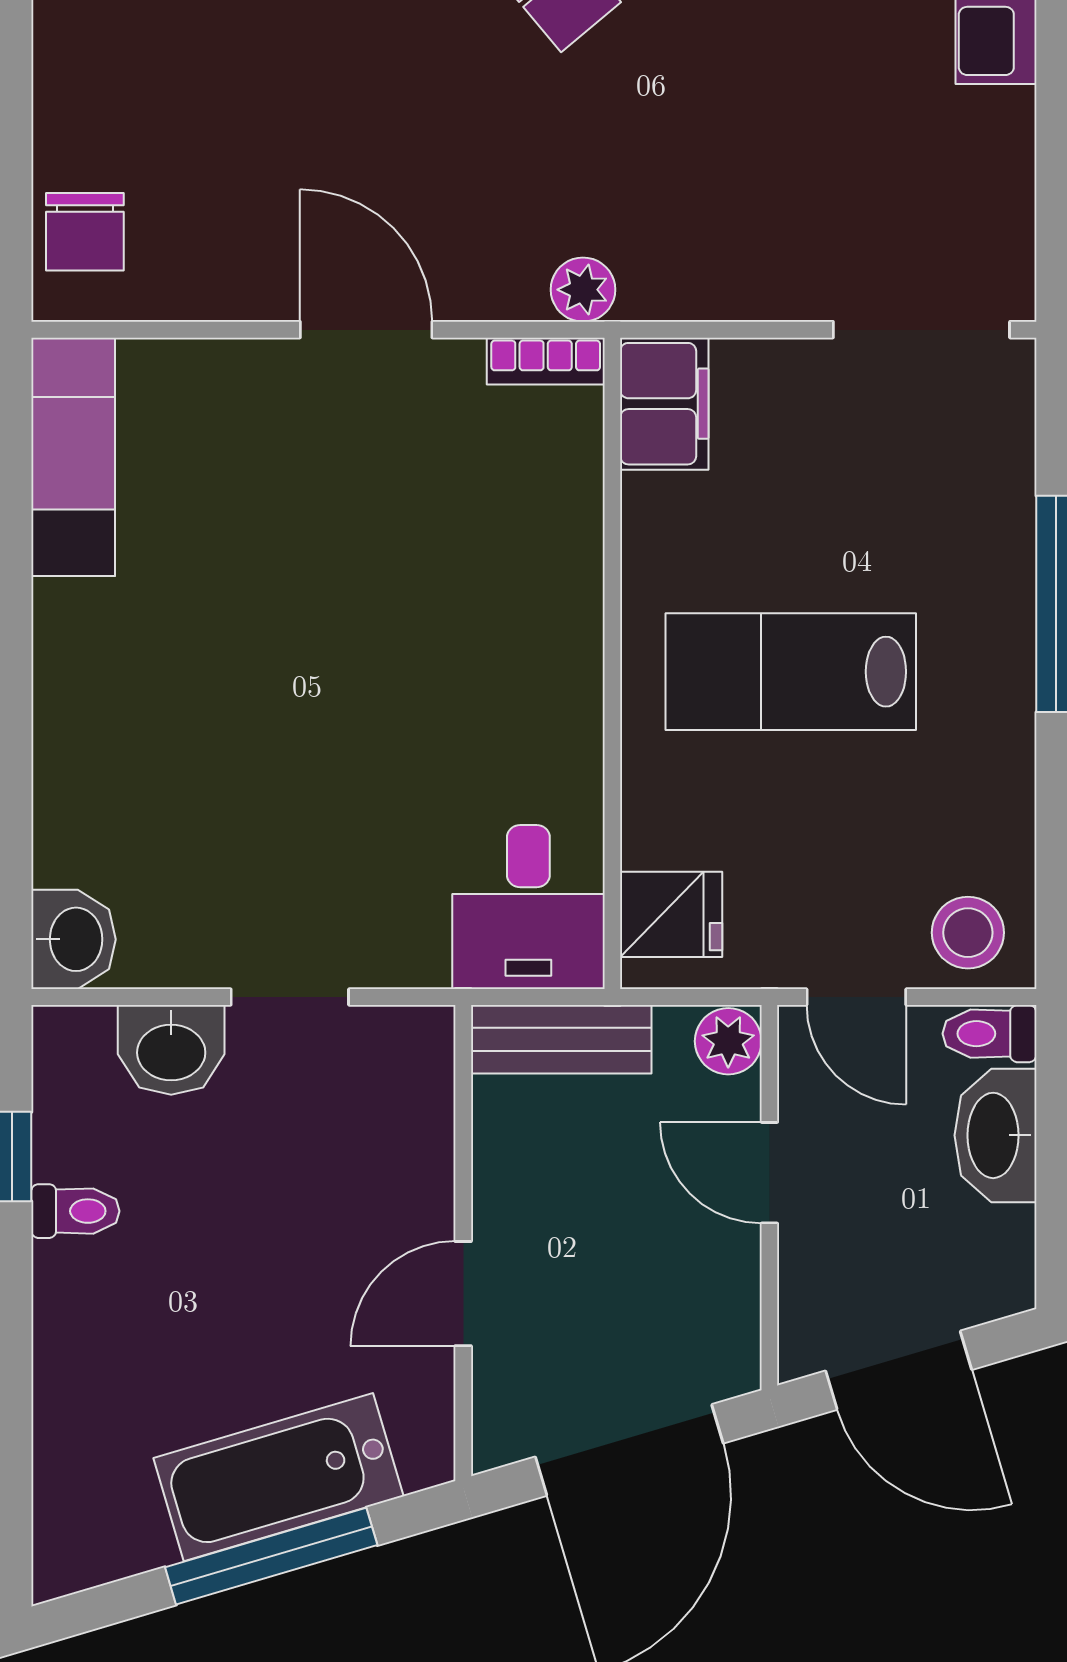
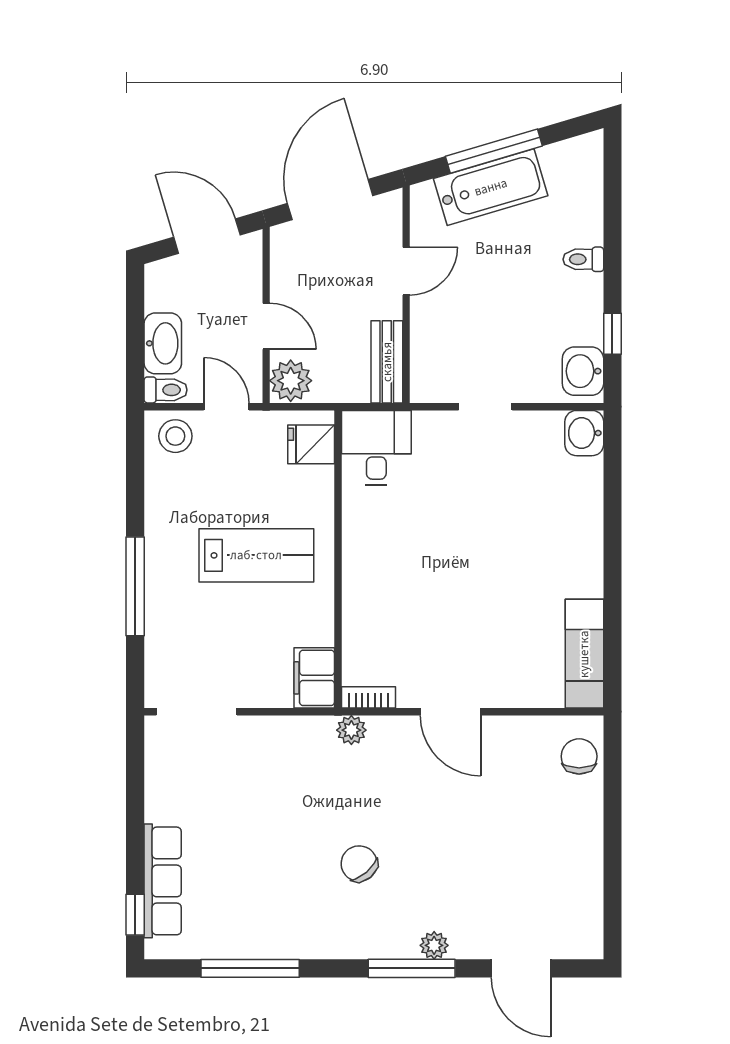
bench: (561, 1039) -> (387, 362), moved, turned 90
plant: (728, 1041) -> (291, 381), width x1.38, depth x1.38
washbasin: (171, 1050) -> (583, 371), moved, turned -90
toilet: (75, 1211) -> (583, 259), moved

